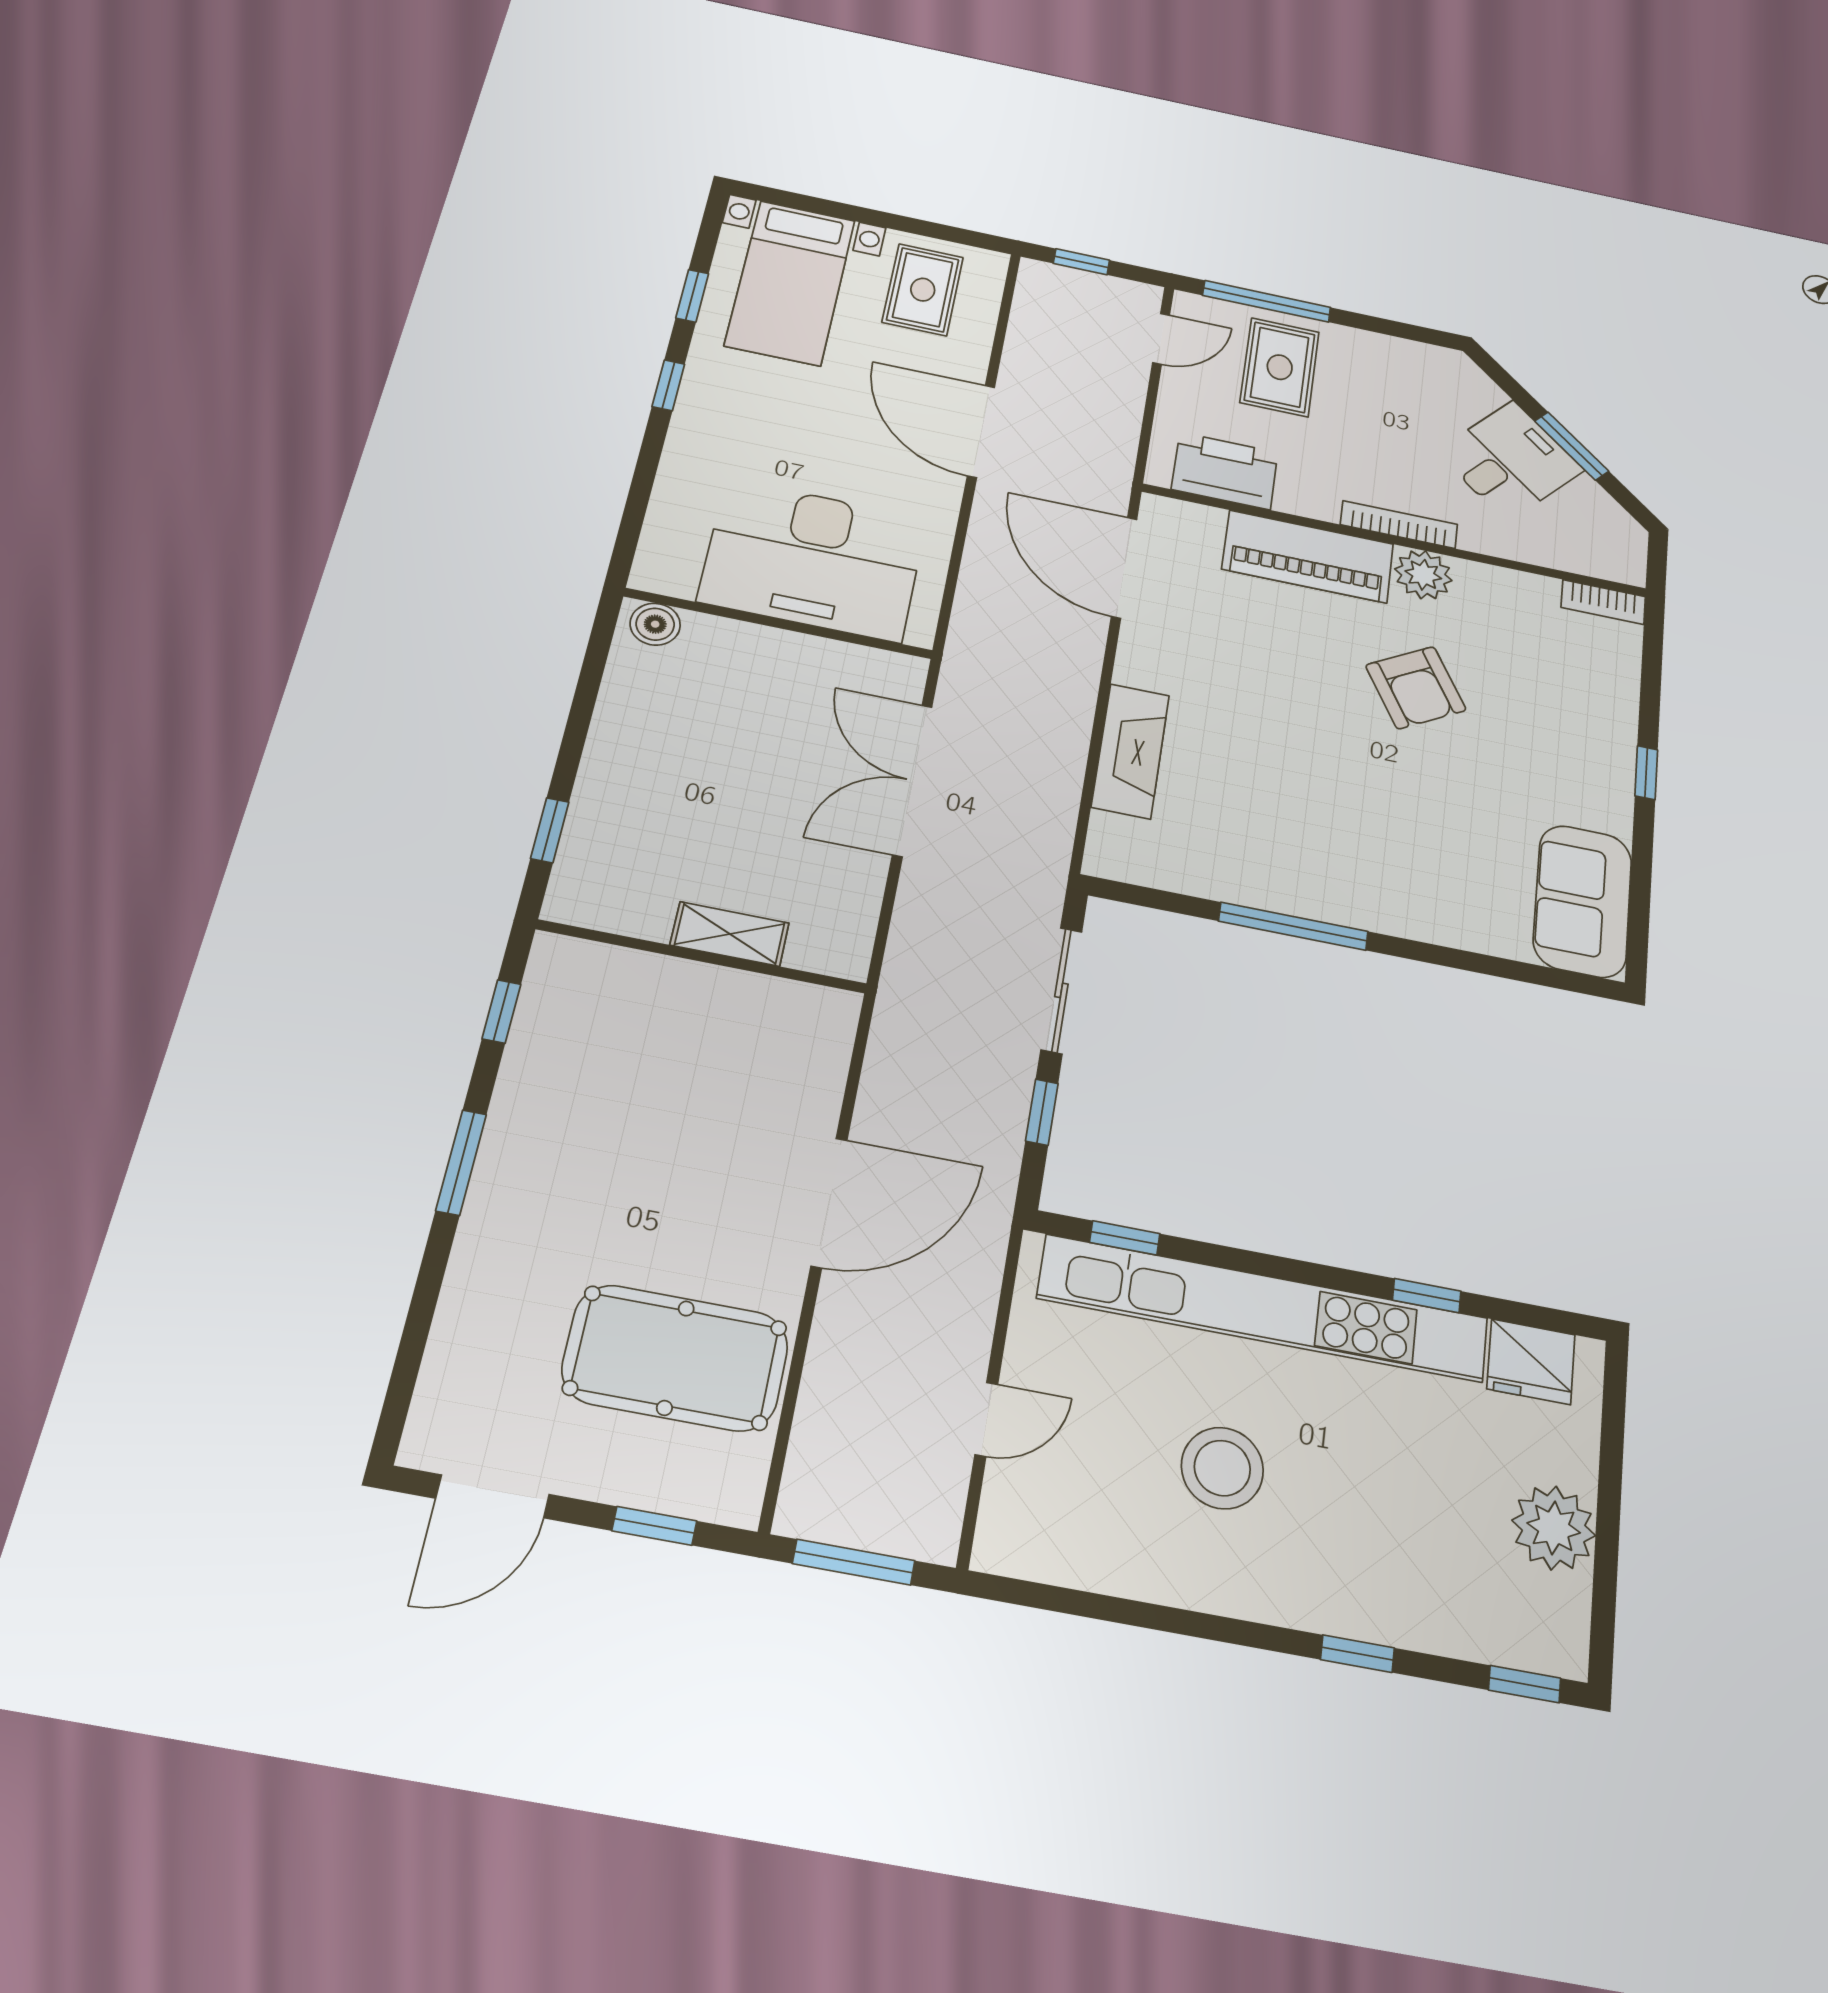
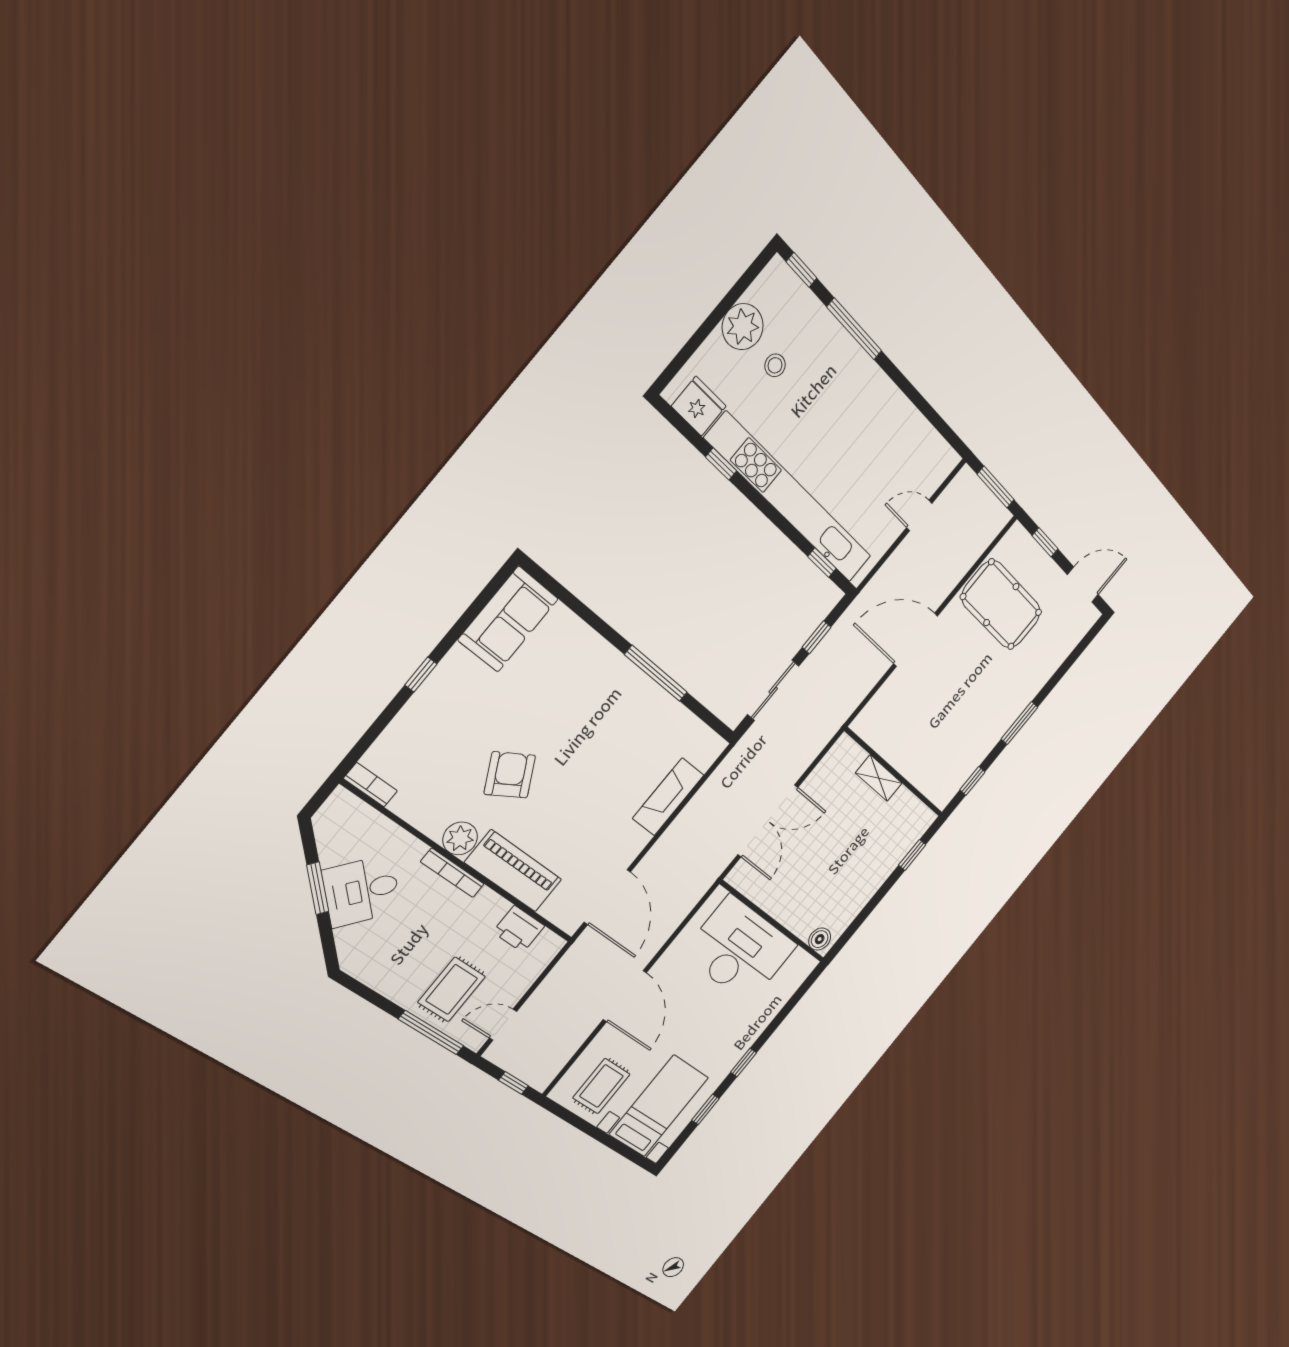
printer: (1225, 471) -> (519, 929), width x0.73, depth x0.84
stool: (1222, 1468) -> (775, 365), moved, width x0.53, depth x0.53
window: (1357, 1654) -> (854, 329), width x2.17

